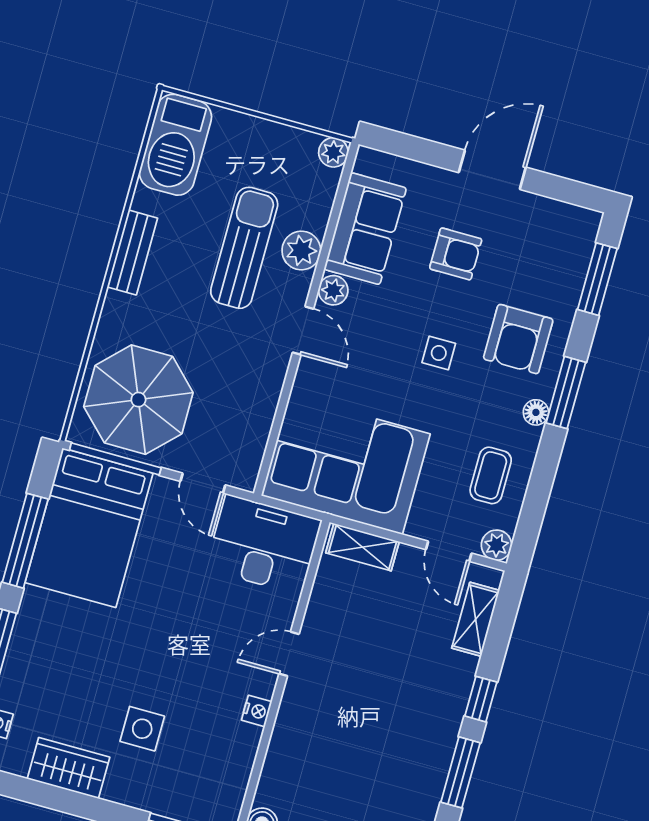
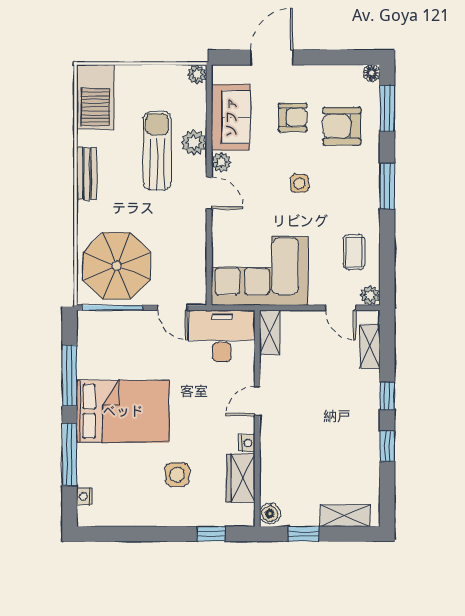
door: (492, 170) -> (272, 57), moved
armchair: (518, 339) -> (342, 126), moved, turned 90
floor lamp: (536, 412) -> (372, 73), moved
bed: (89, 528) -> (123, 411), moved, turned -90
shelving: (363, 547) -> (270, 333), moved, turned 90
wardrobe: (69, 768) -> (241, 478), moved, turned -90
window: (460, 772) -> (387, 446), width x0.67

